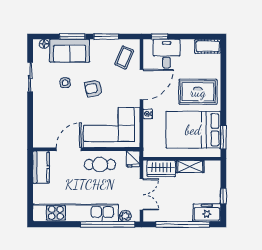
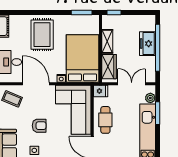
armchair: (93, 88) -> (39, 126), turned -79
bed: (193, 130) -> (82, 59), moved, turned 180
window: (223, 196) -> (114, 12), moved
freezer: (207, 213) -> (147, 44), moved
window: (108, 224) -> (158, 113), width x0.47

